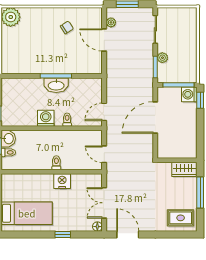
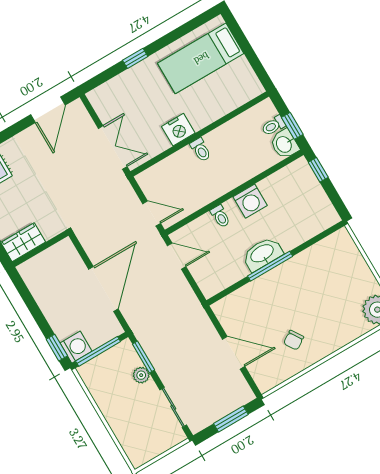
plant: (111, 22) -> (238, 382), removed
door: (104, 112) -> (177, 256), hinge flipped
door: (104, 154) -> (152, 213), moved
double door: (104, 203) -> (113, 147), moved
floor lamp: (97, 227) -> (95, 97), removed
door: (128, 234) -> (48, 110), hinge flipped

